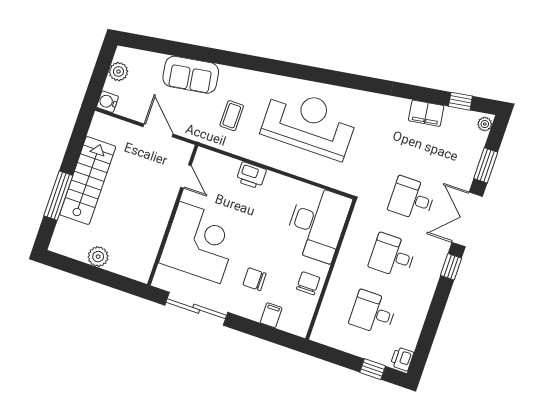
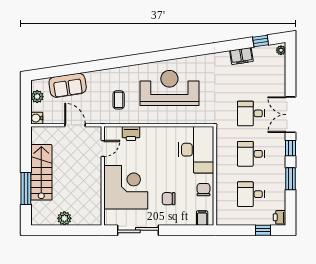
sofa: (191, 75) -> (68, 85), moved
window: (486, 165) -> (291, 179), moved
printer: (251, 175) -> (131, 134), moved
door: (186, 177) -> (103, 148), hinge flipped
filing cabinet: (271, 315) -> (202, 218), moved

